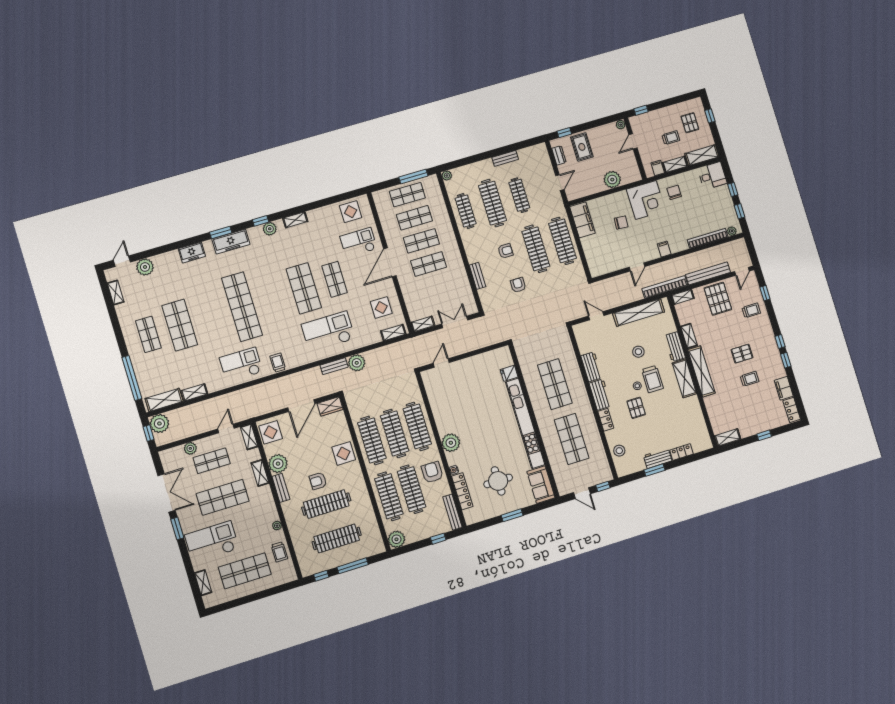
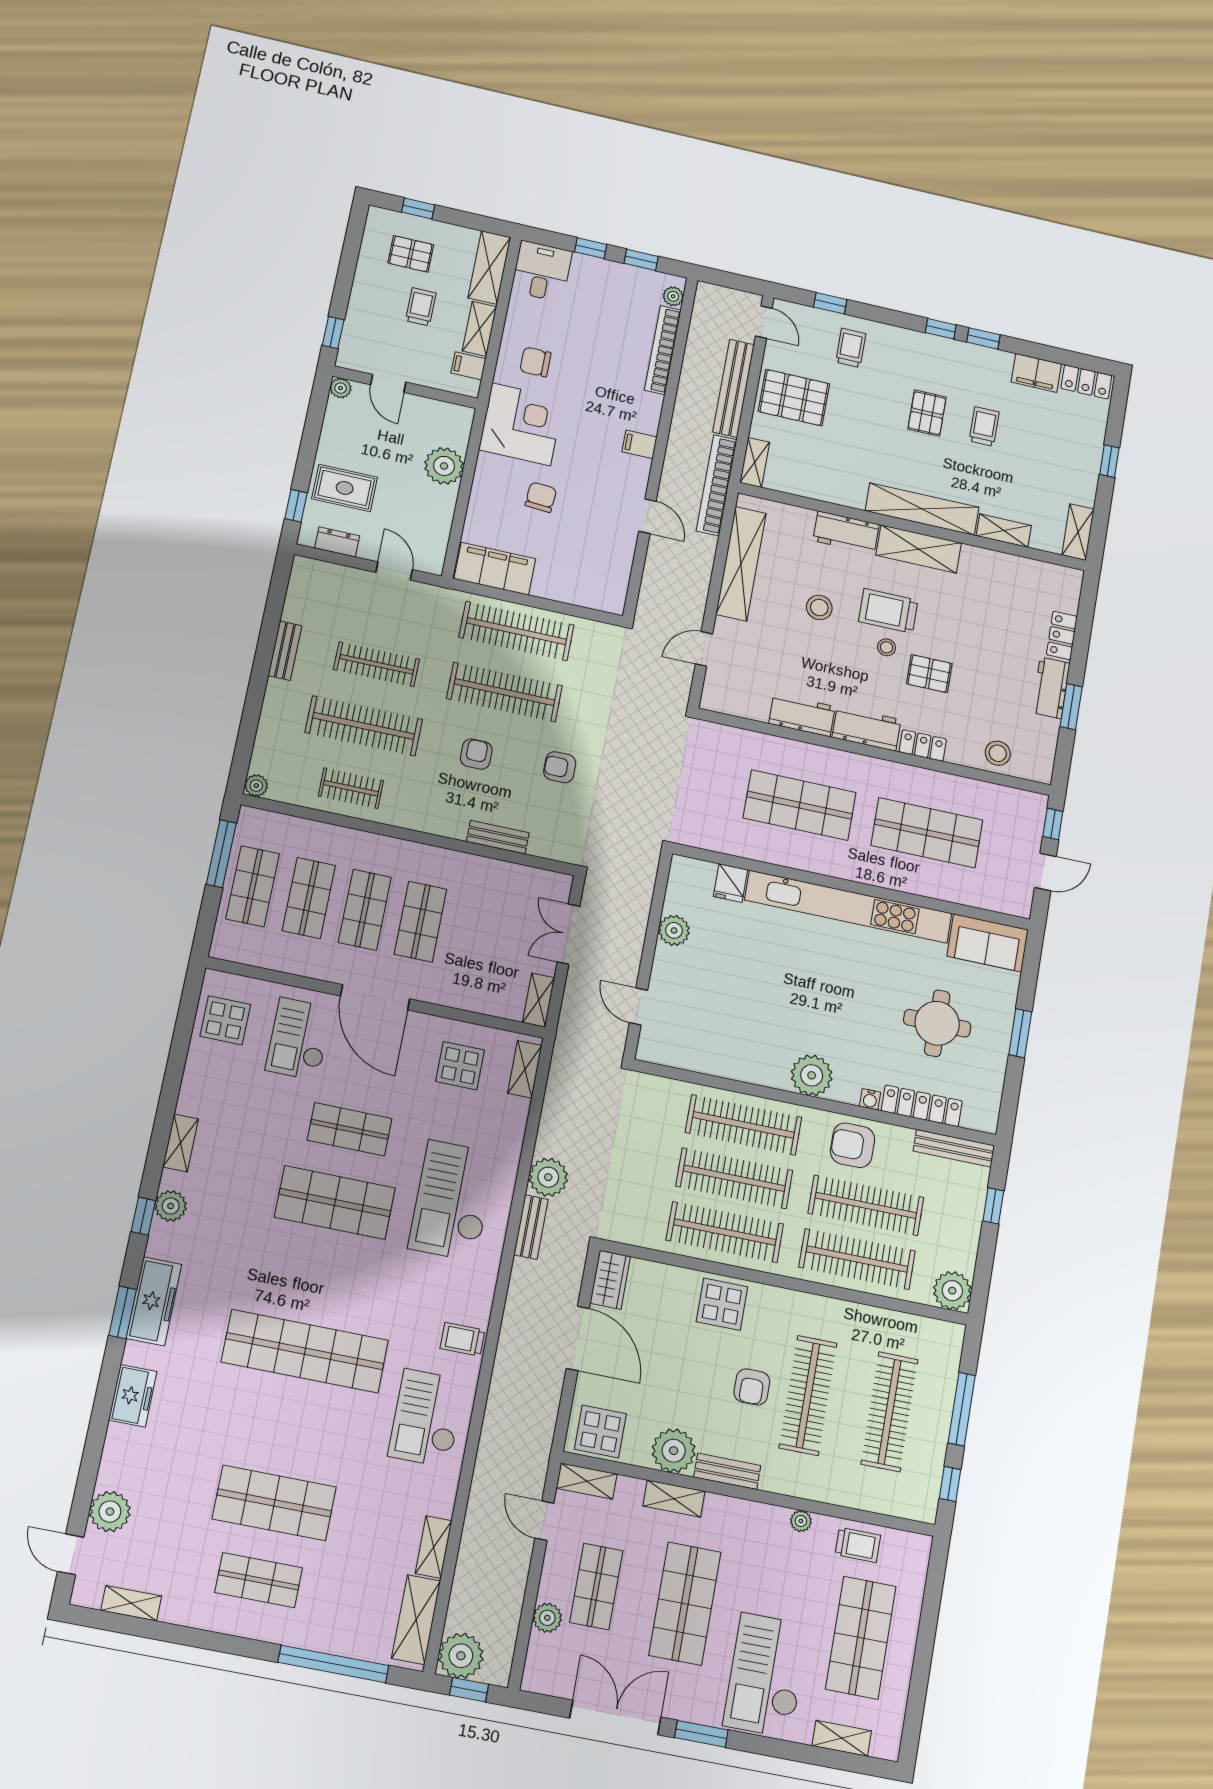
clothes rail: (466, 211) -> (351, 788), width x0.73
shelving: (689, 336) -> (1004, 531), moved
plant: (478, 361) -> (674, 930), added
trolley: (652, 379) -> (888, 611), turned 180

